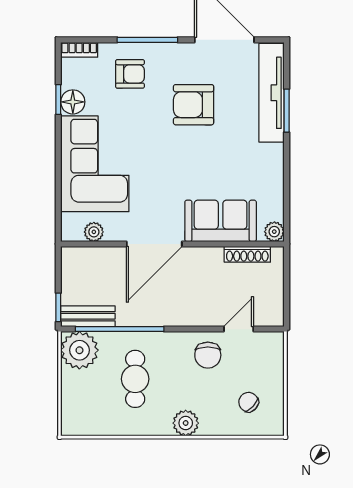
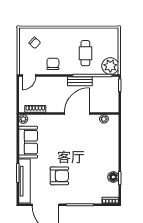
armchair: (130, 74) -> (88, 190), removed
corner sofa: (95, 164) -> (103, 149), removed
sofa: (221, 221) -> (28, 142), moved, turned -90
bench: (88, 316) -> (80, 81), moved
door: (239, 329) -> (29, 76), moved
plant: (186, 423) -> (63, 33), removed

